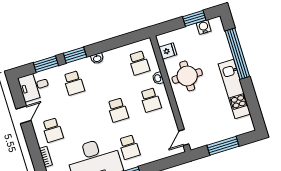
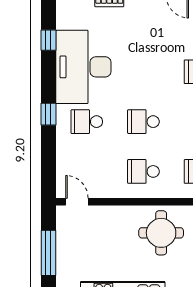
washbasin: (158, 78) -> (171, 191), removed
school desk: (53, 130) -> (143, 22), removed

